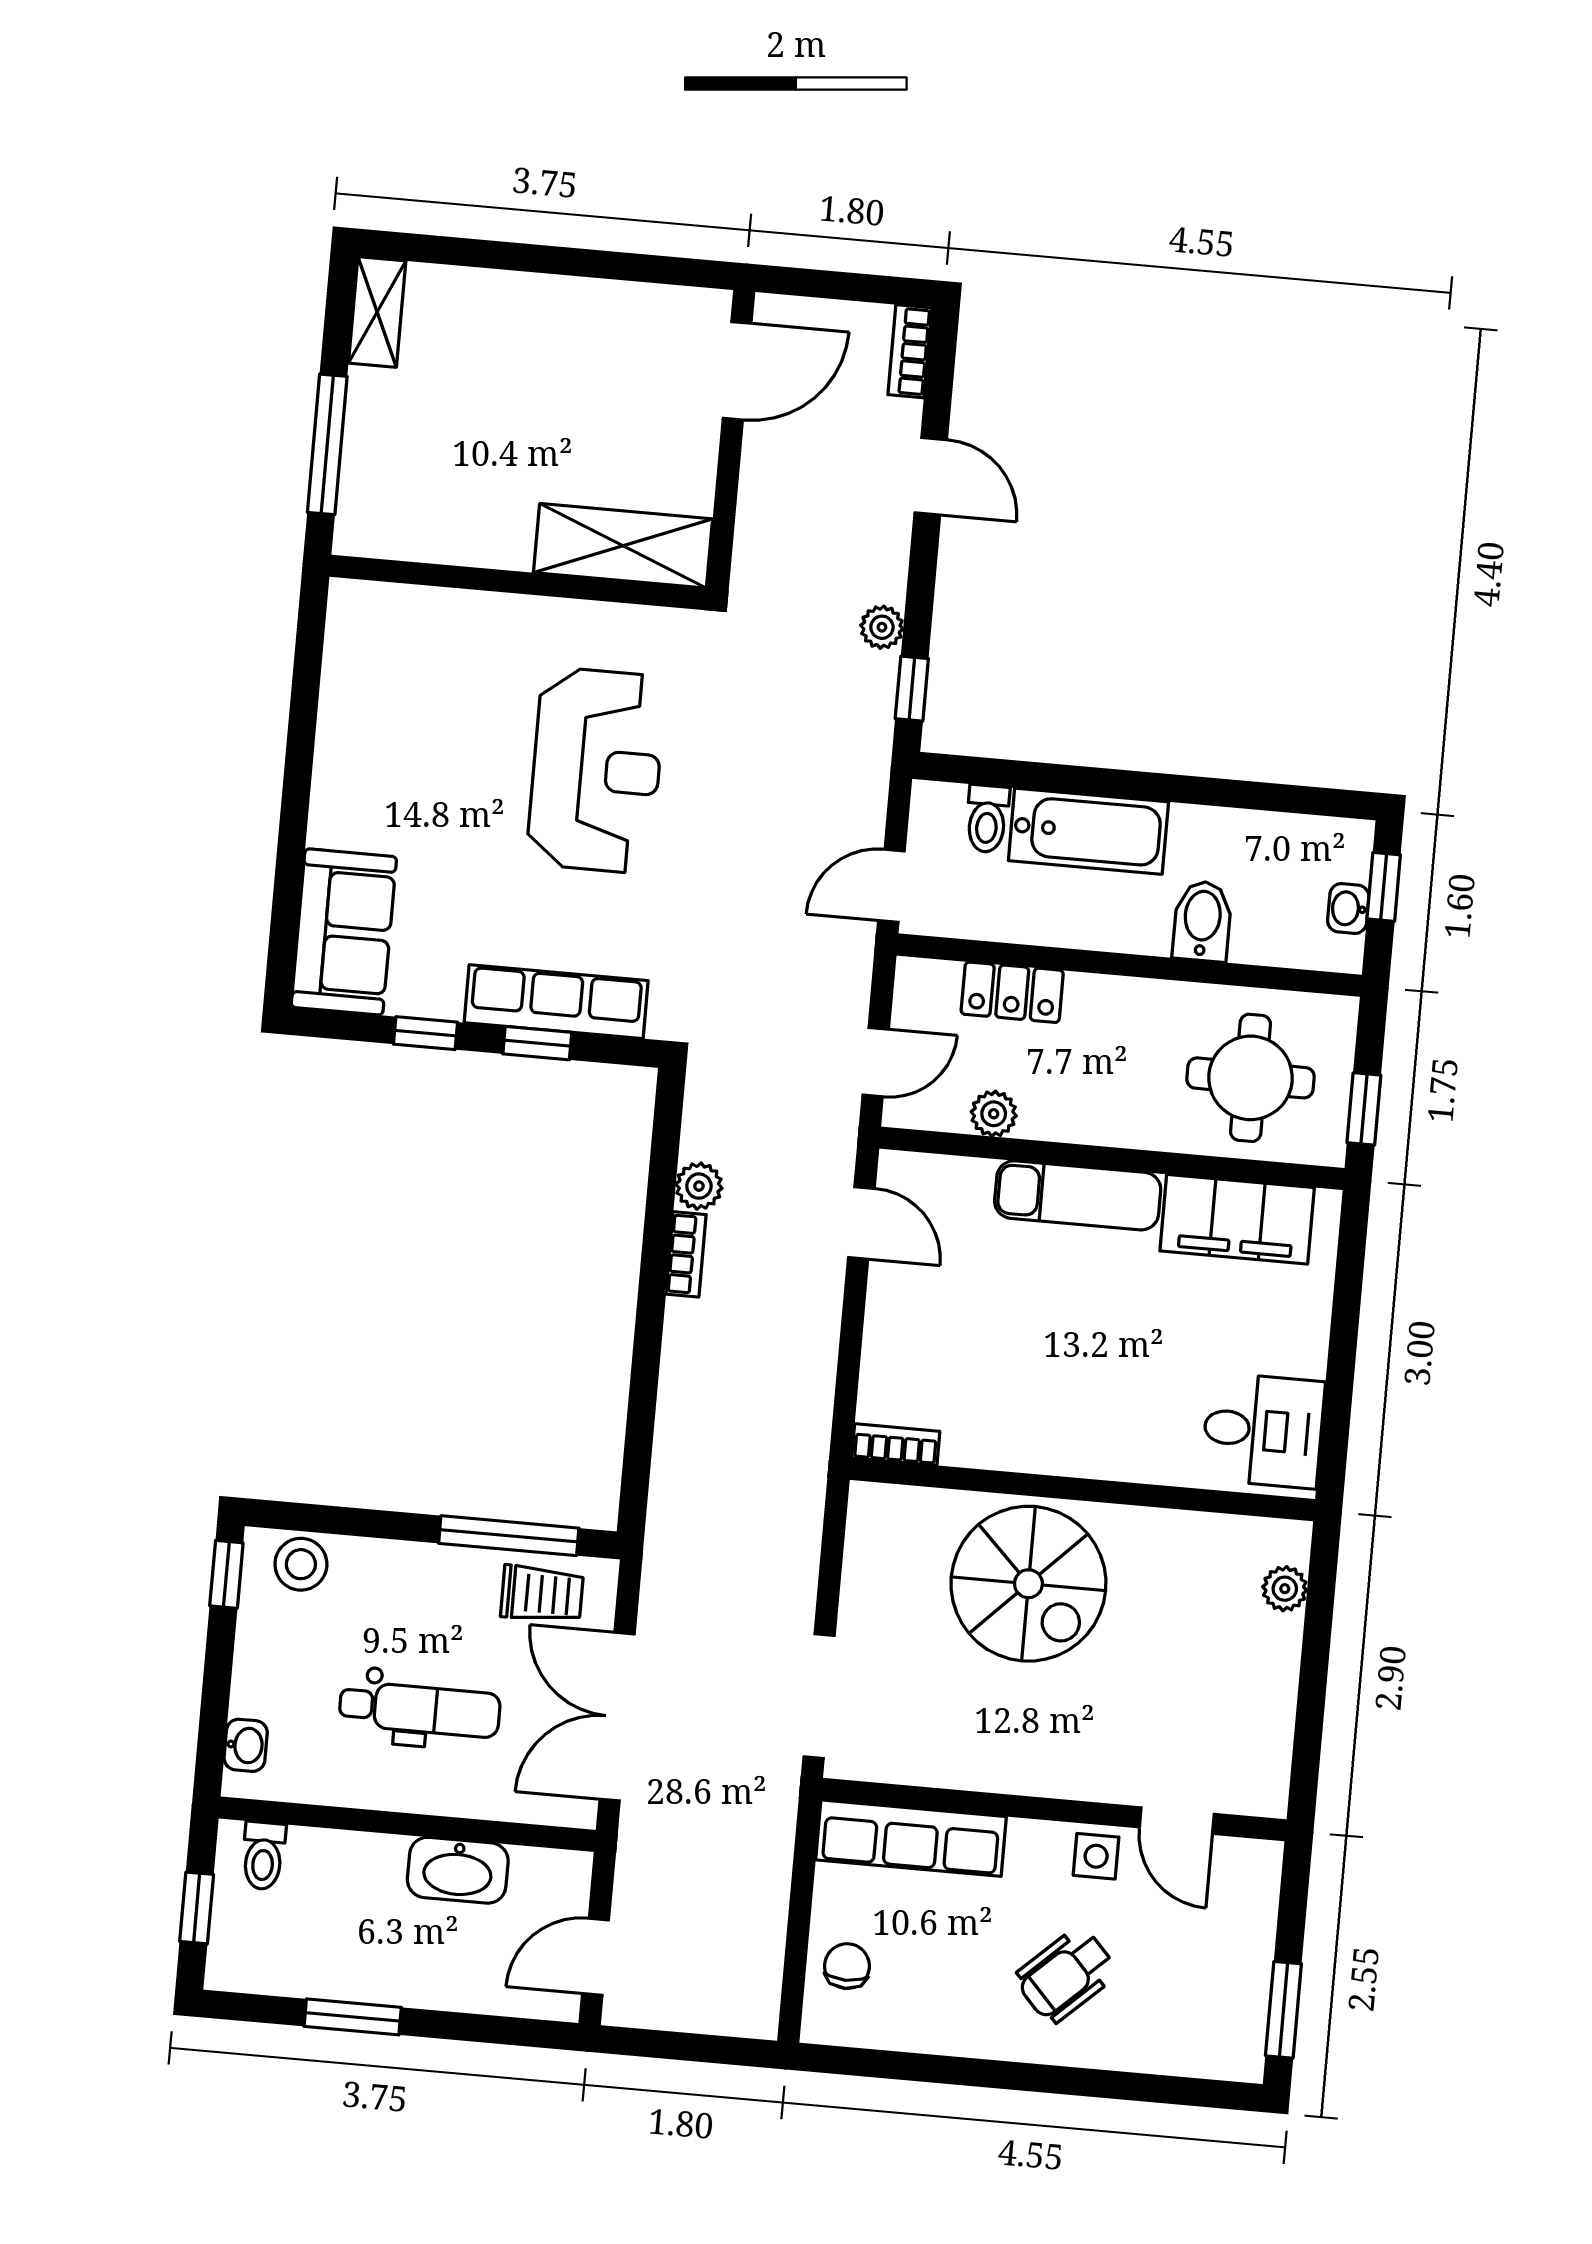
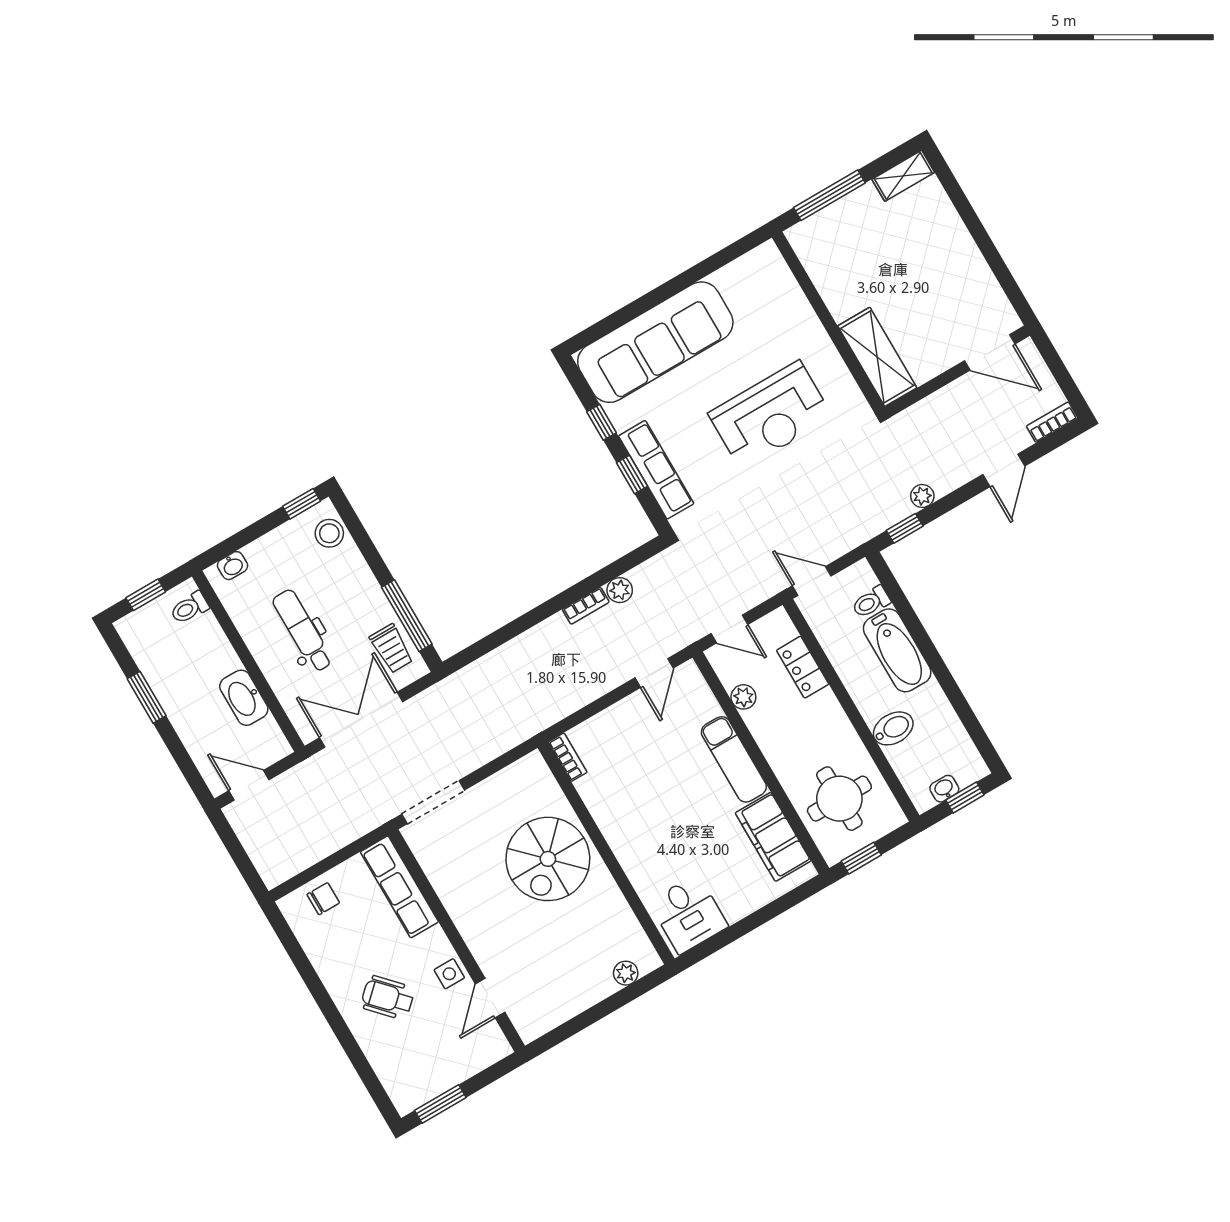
sofa: (344, 932) -> (655, 342), width x1.85, depth x1.27
dental chair: (420, 1709) -> (303, 631), turned 180

